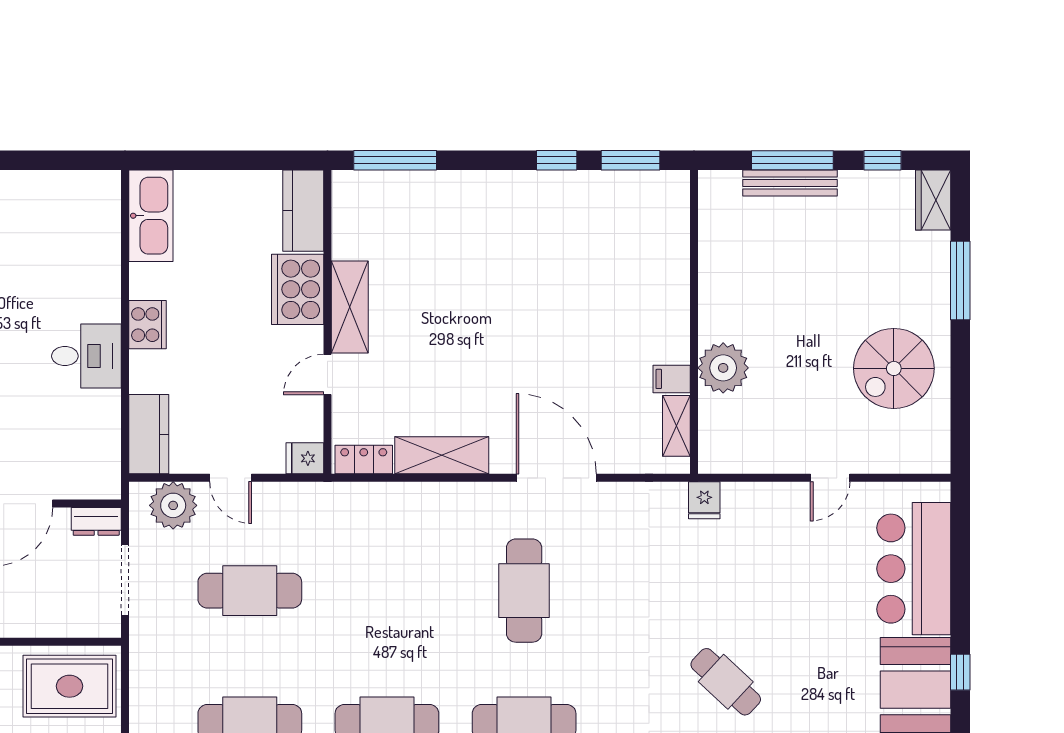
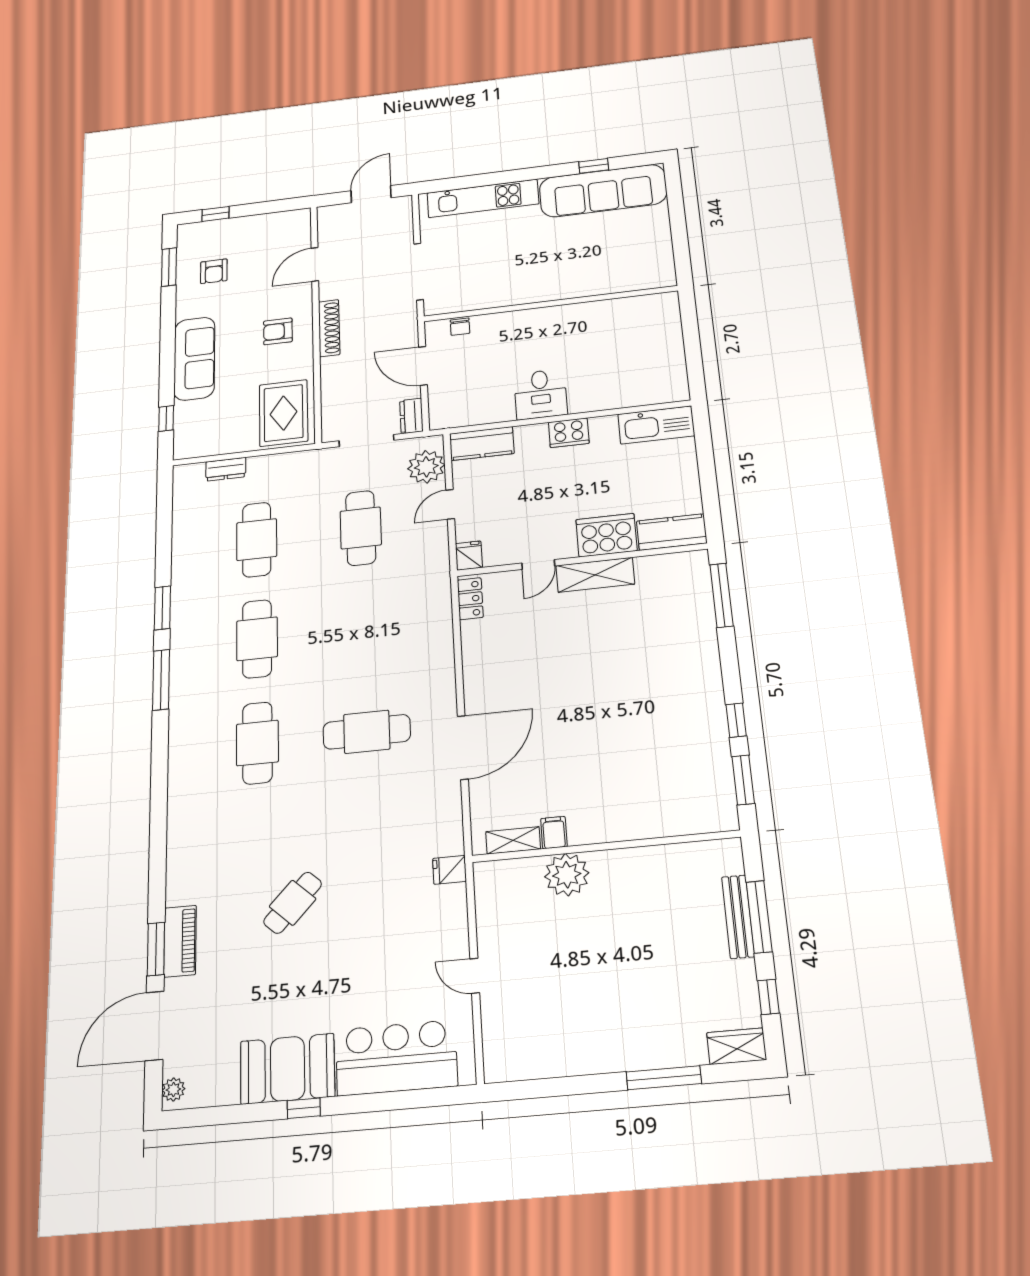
spiral stairs: (894, 368) -> (577, 1024), removed
door: (327, 375) -> (538, 565), swing flipped
shelving: (442, 455) -> (477, 657), removed

